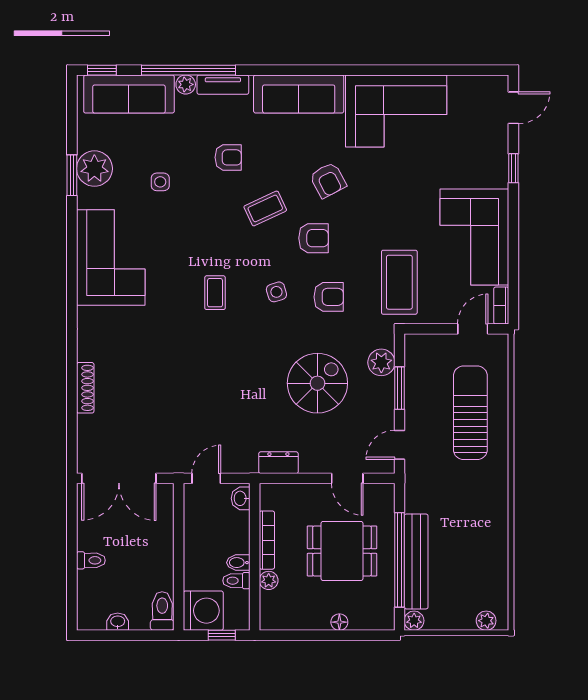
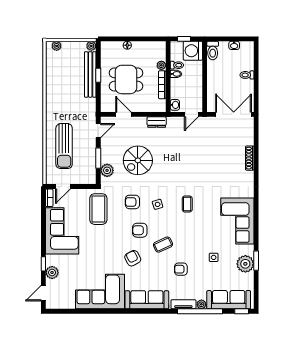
plant: (495, 151) -> (52, 272), added
window: (400, 560) -> (98, 75), width x0.32

